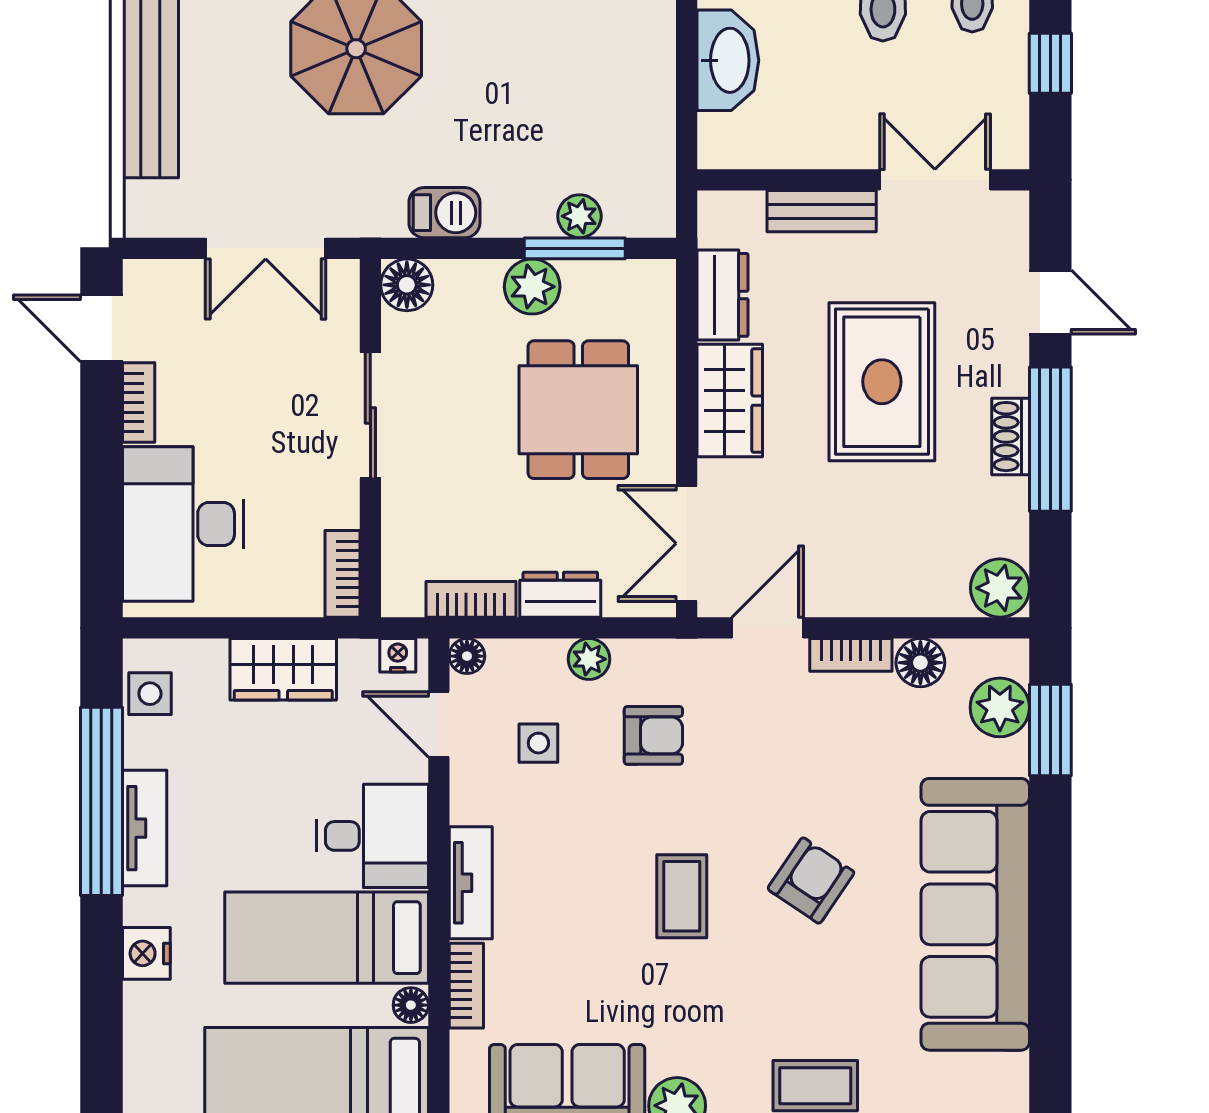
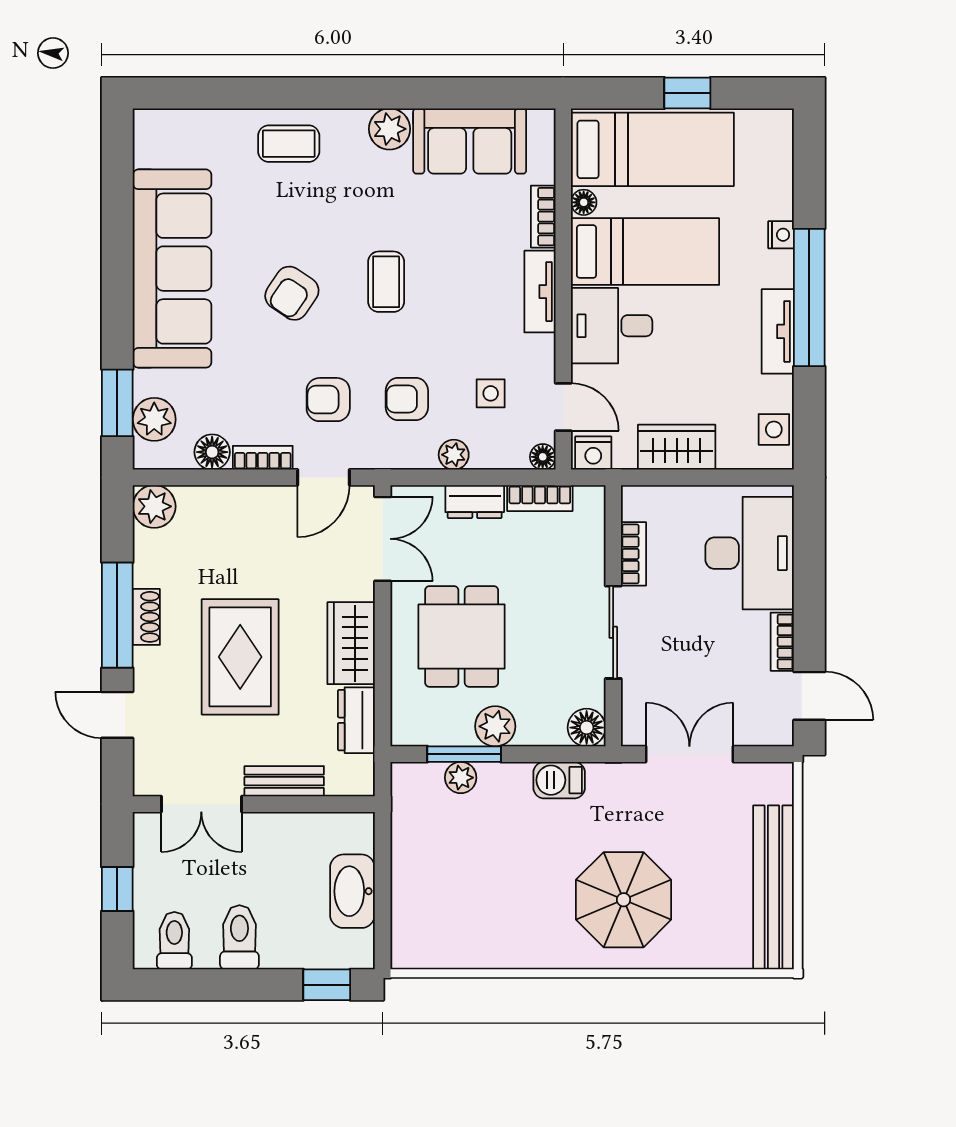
bookcase: (342, 574) -> (634, 554), moved
nightstand: (398, 655) -> (593, 453), width x1.39, depth x1.35
armchair: (761, 735) -> (328, 400), added
window: (101, 801) -> (809, 298), moved
nightstand: (146, 953) -> (781, 235), width x0.72, depth x0.74

